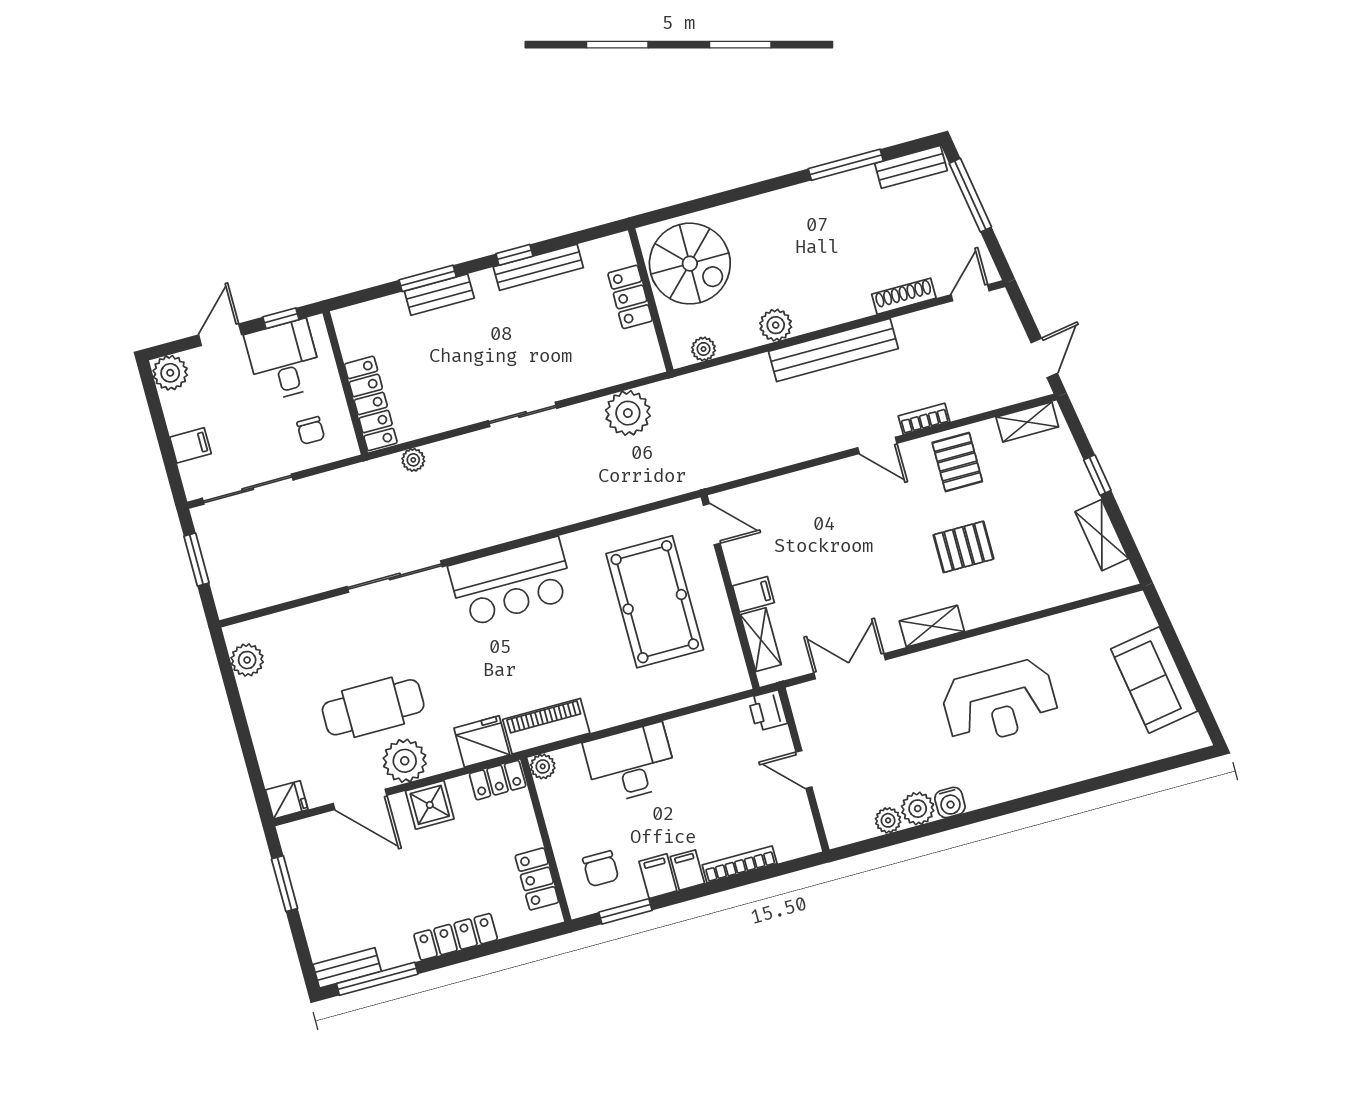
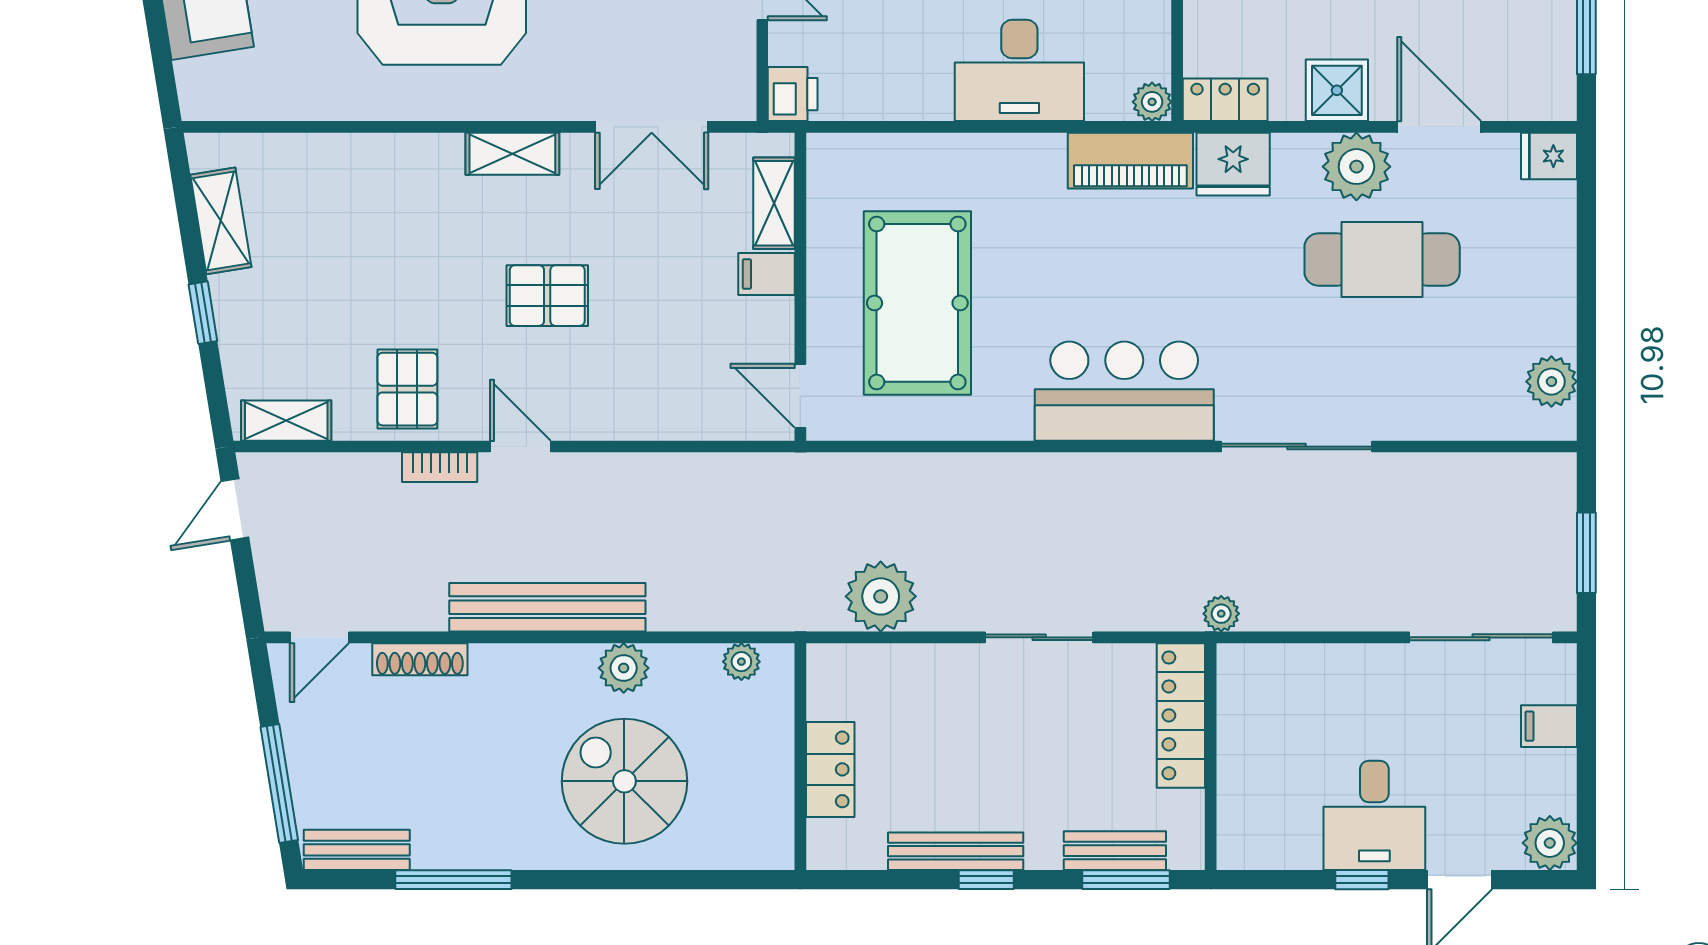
spiral stairs: (690, 264) -> (624, 781), moved
wall: (345, 383) -> (1211, 757), moved
locker: (371, 403) -> (1181, 715), moved
chair: (311, 430) -> (1363, 699), removed
pallet: (963, 547) -> (547, 296), moved

